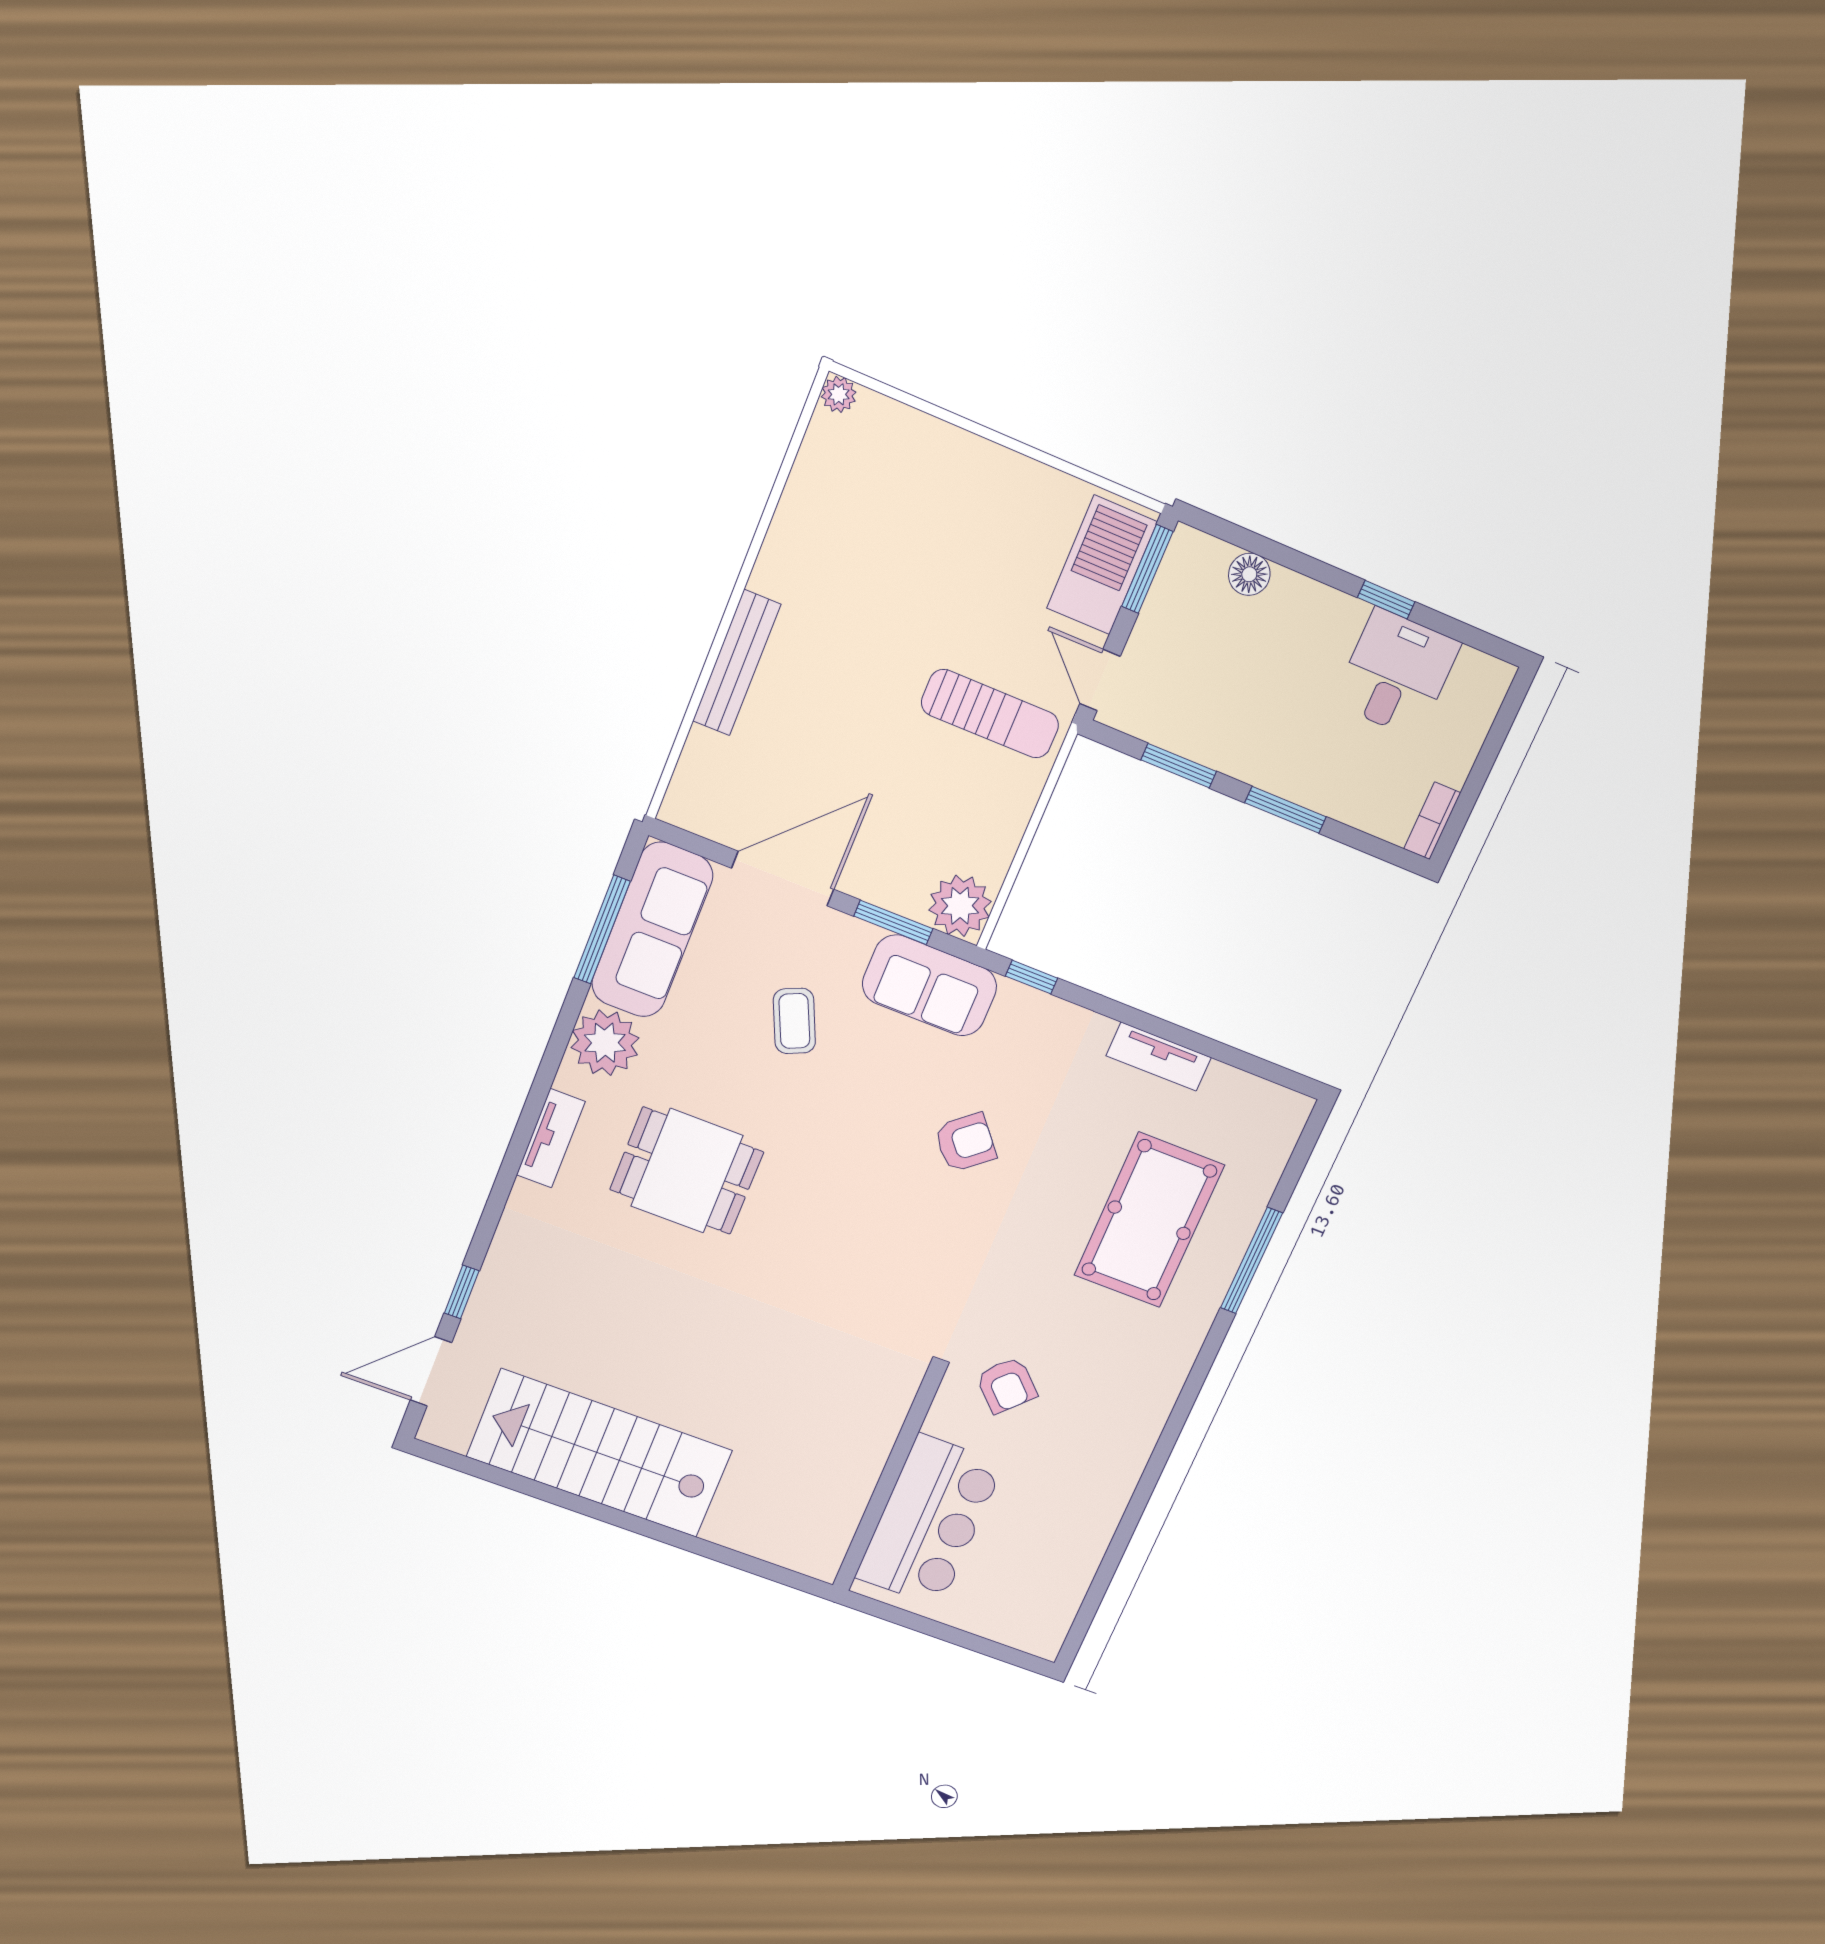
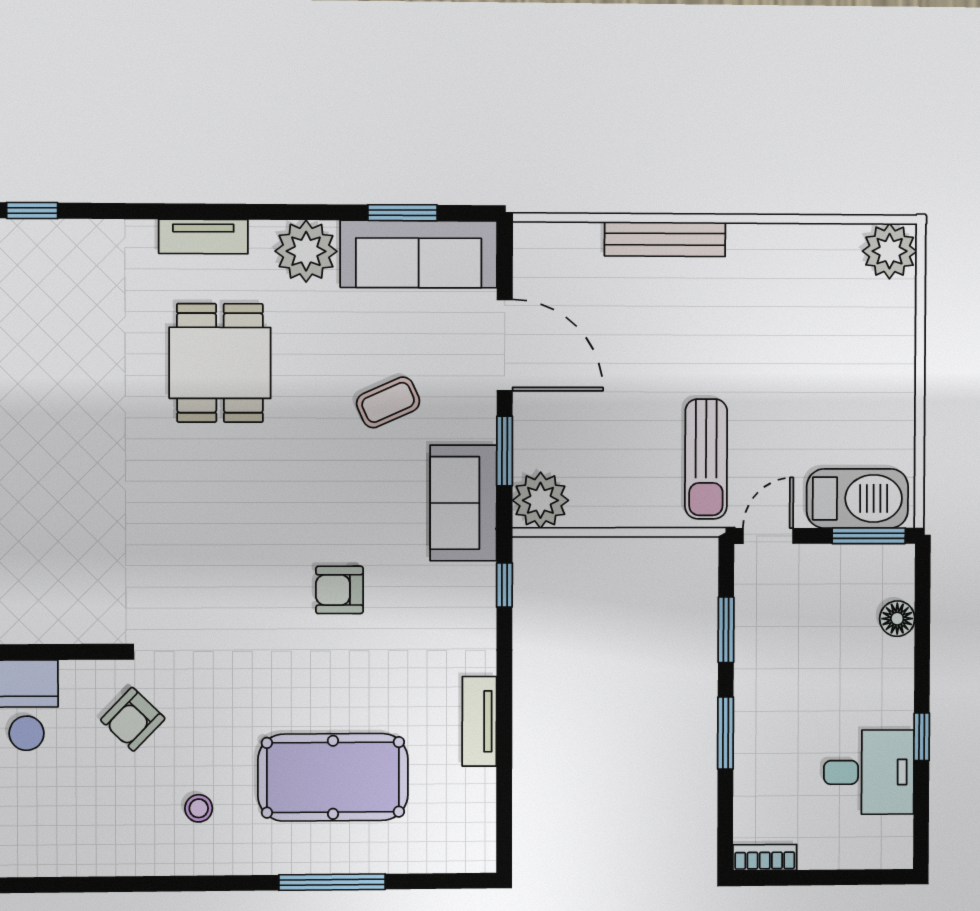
plant: (839, 394) -> (890, 251), width x1.88, depth x1.88
window: (602, 930) -> (403, 213), width x0.69
armchair: (965, 1142) -> (340, 590), turned 130
stool: (1121, 1357) -> (199, 808), added

